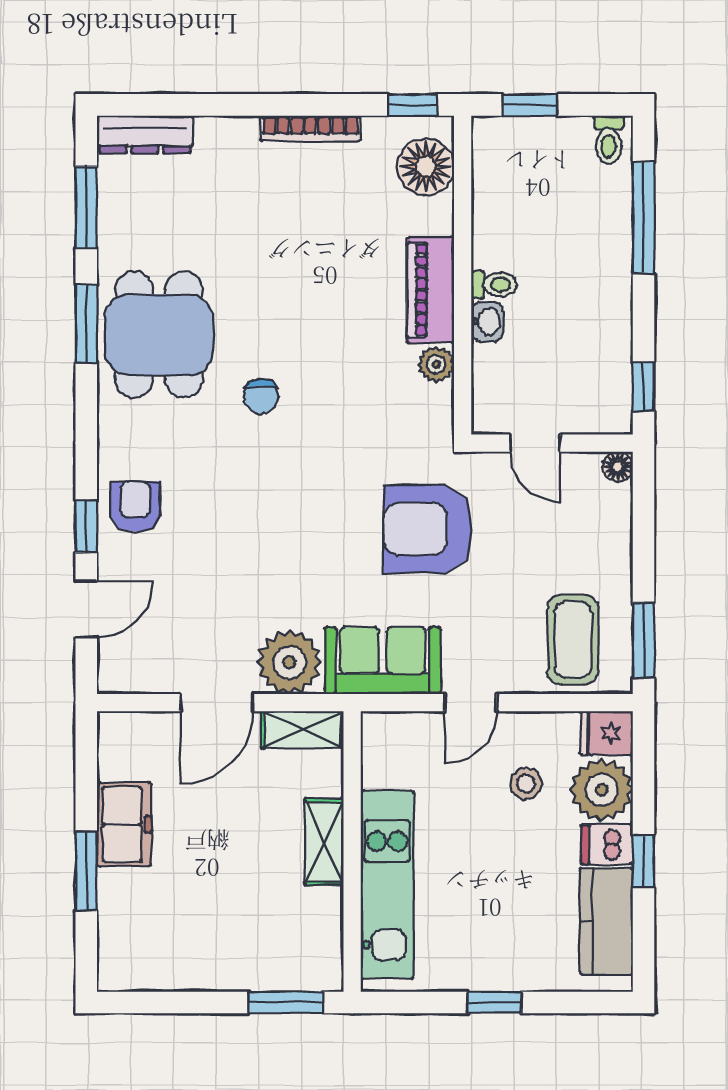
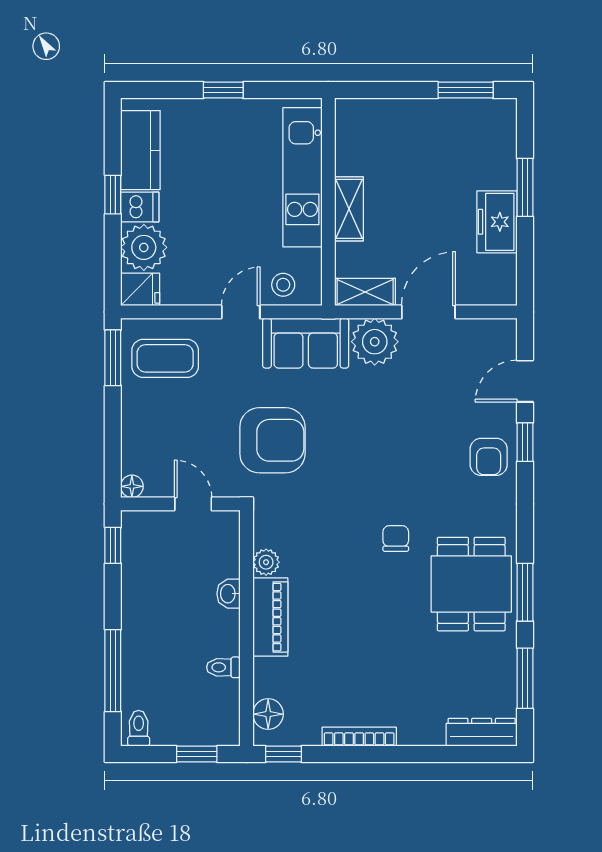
floor lamp: (426, 167) -> (268, 714), width x0.73, depth x0.73
toilet: (494, 285) -> (223, 667), moved
coffee table: (573, 640) -> (165, 358), turned 90
stool: (526, 784) -> (283, 285), moved
window: (286, 1002) -> (466, 90), moved

